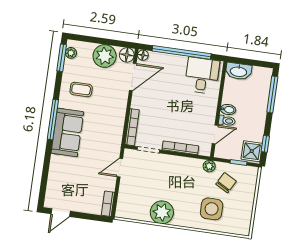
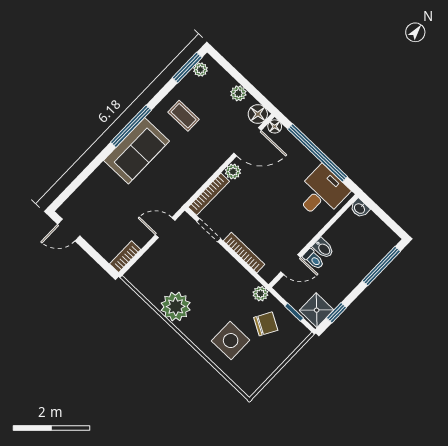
plant: (105, 56) -> (238, 93), width x0.53, depth x0.53
washbasin: (239, 71) -> (360, 208), width x0.52, depth x0.69
plant: (137, 102) -> (233, 172), added

